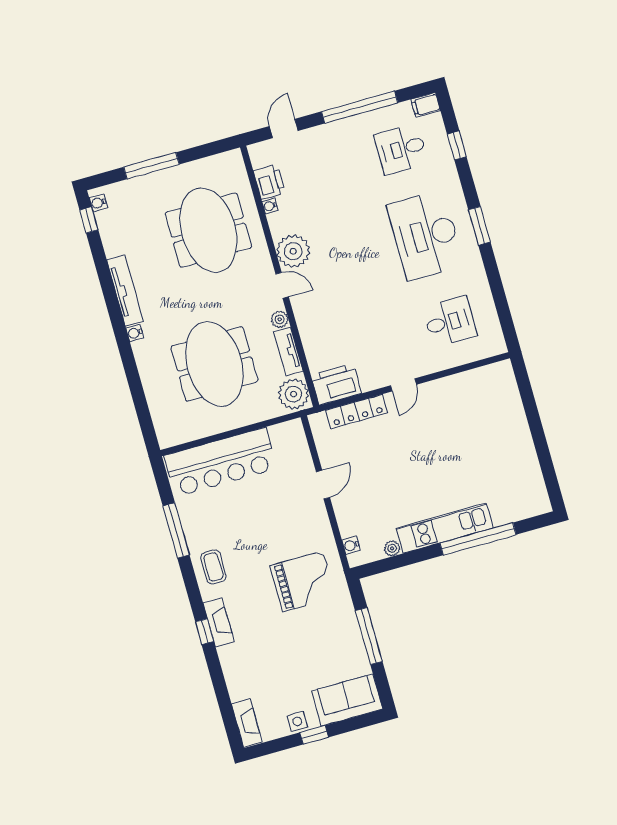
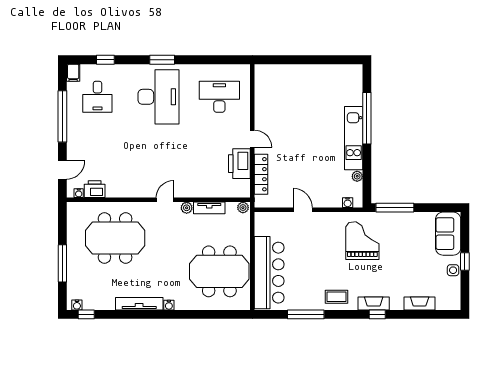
door: (284, 129) -> (62, 170), swing flipped
water cooler: (270, 206) -> (79, 193), moved
desk: (425, 235) -> (158, 97), turned -90
plant: (293, 251) -> (144, 186), removed
desk: (450, 322) -> (219, 97), width x1.37
meeting table: (214, 364) -> (219, 271), moved
printer: (336, 384) -> (239, 164), moved
plant: (293, 394) -> (243, 208), width x0.53, depth x0.53
window: (369, 636) -> (395, 208), moved
fireplace: (247, 723) -> (420, 304), moved

